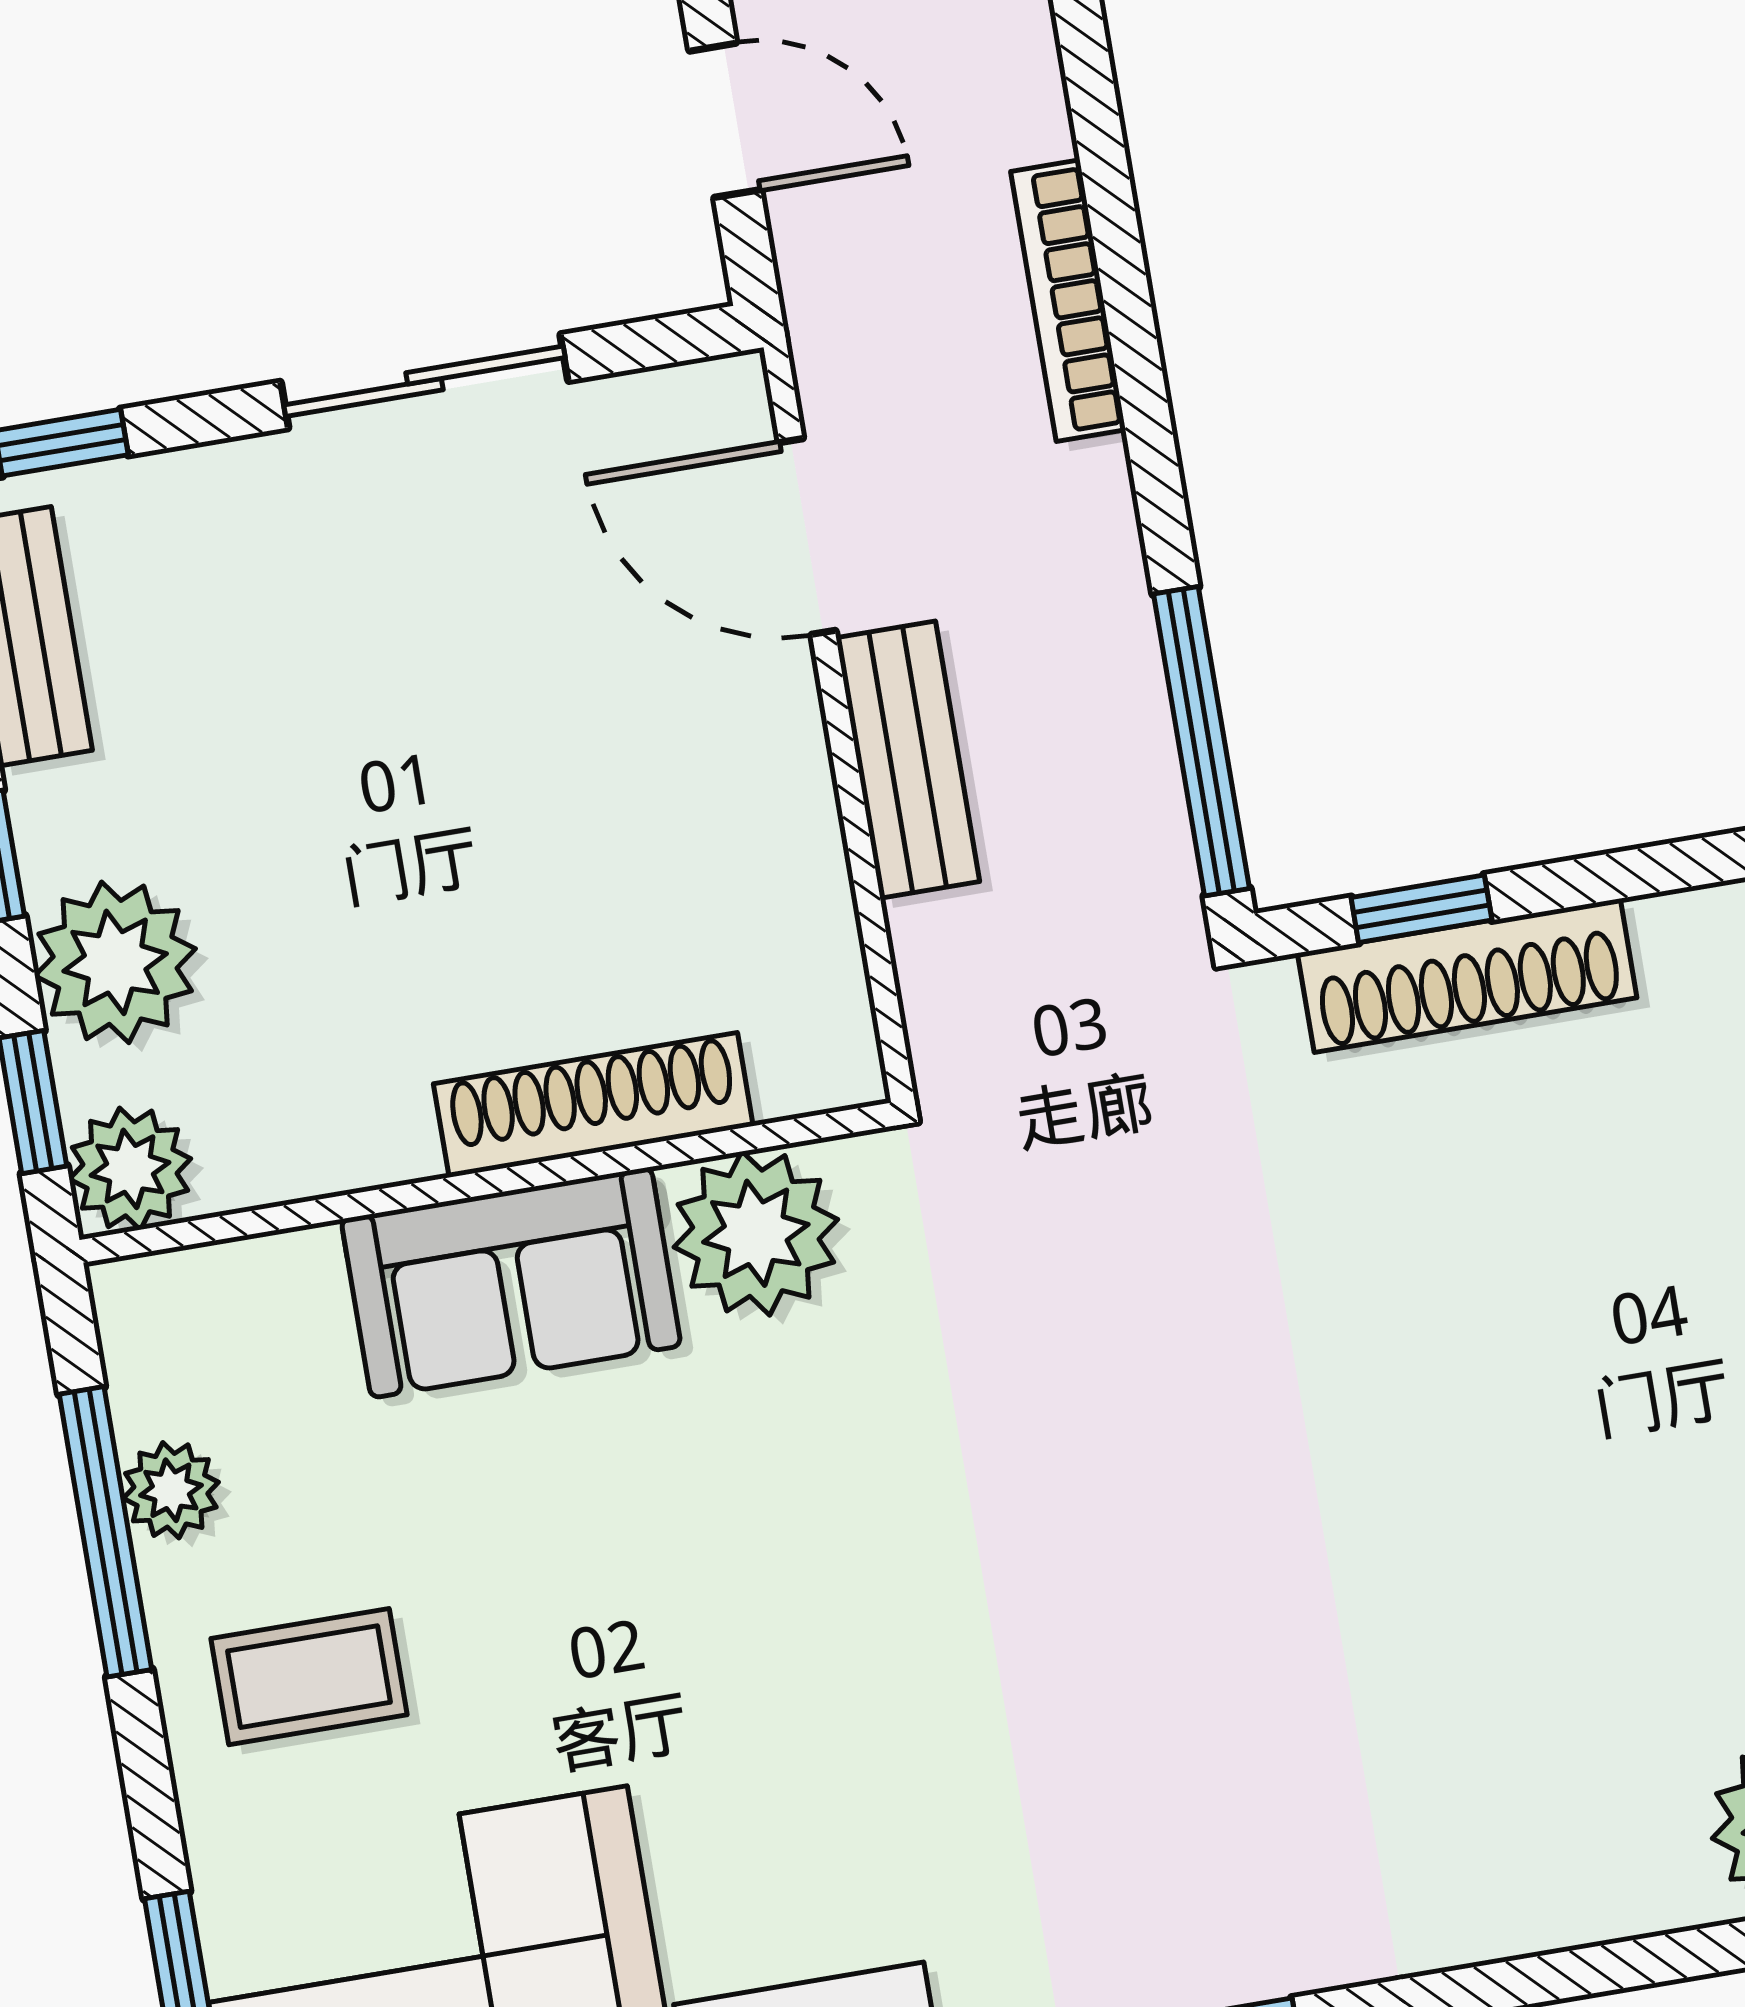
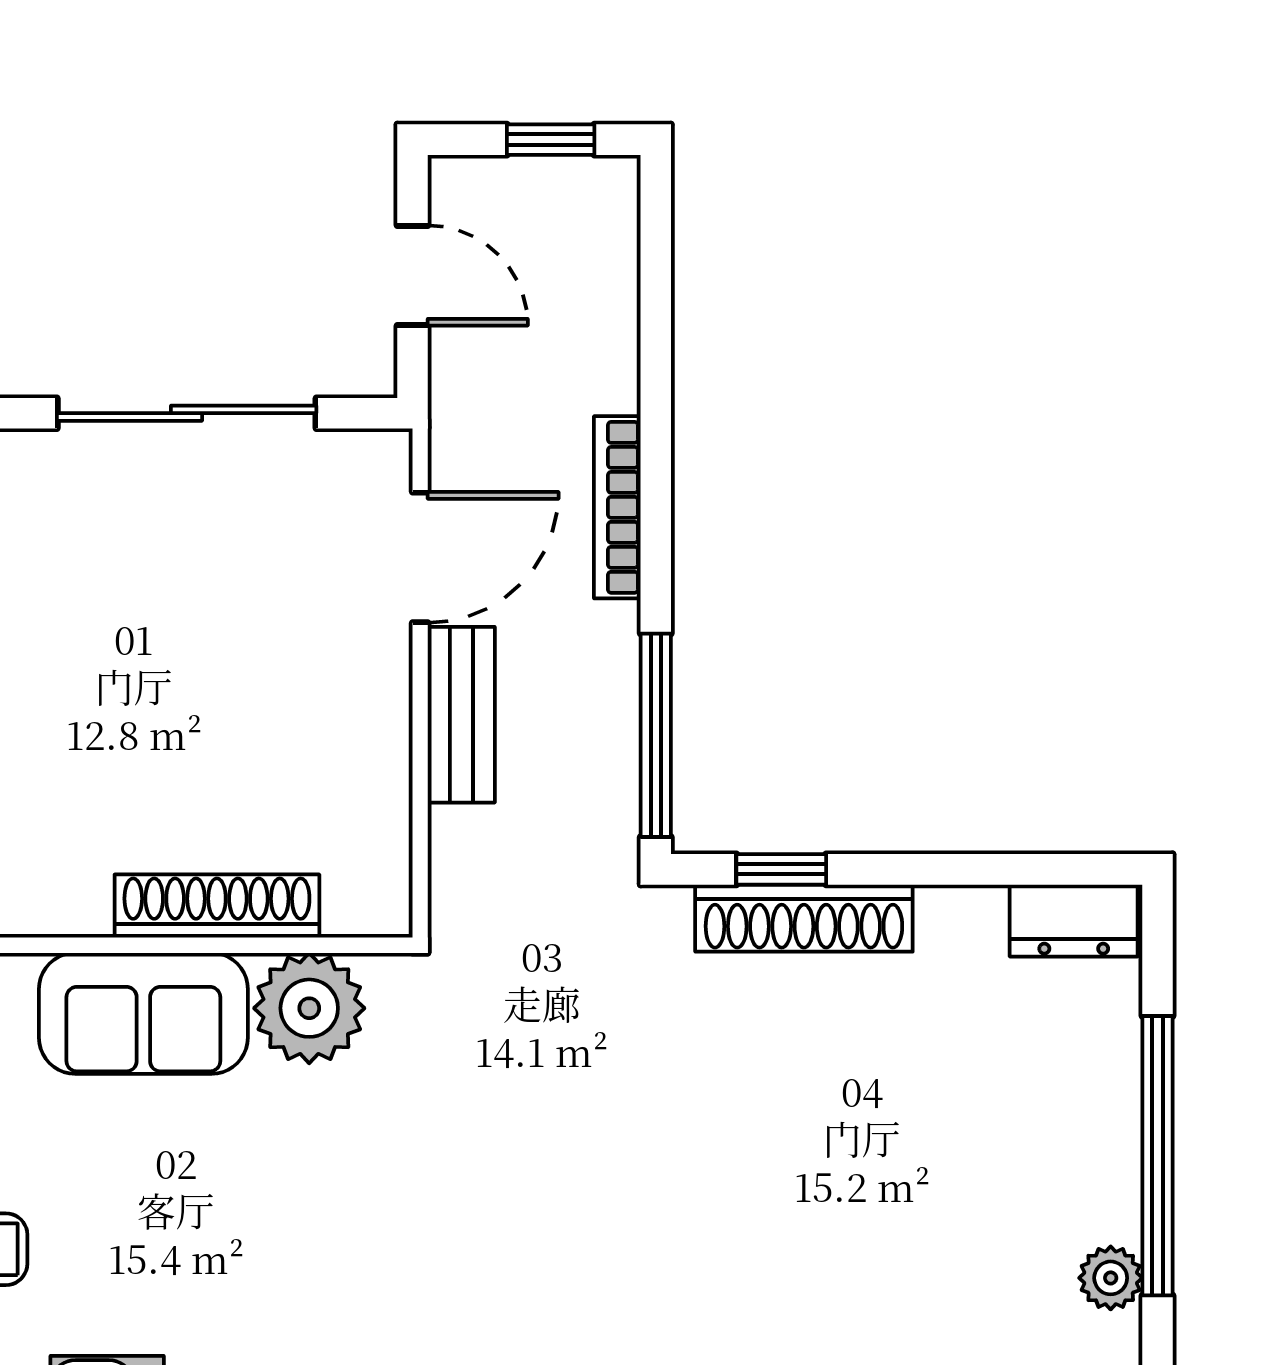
bookcase: (1068, 301) -> (617, 507), moved
sliding door: (424, 381) -> (187, 413), width x1.37
door: (807, 537) -> (420, 557), swing flipped

